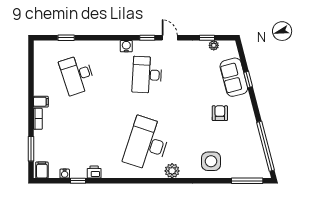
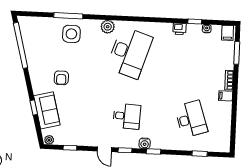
window: (116, 38) -> (153, 152), added
plant: (214, 45) -> (49, 140), moved
desk: (147, 75) -> (127, 116), width x0.73
window: (247, 181) -> (68, 16), moved

